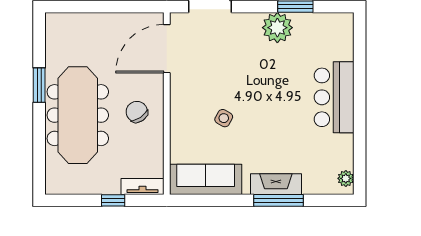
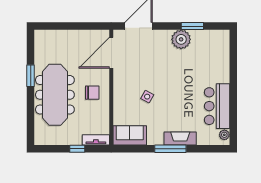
bar counter: (334, 97) -> (217, 106), moved
chair: (137, 112) -> (92, 93), turned 124
sofa: (206, 179) -> (130, 135), width x0.73
window: (279, 200) -> (170, 149), moved

